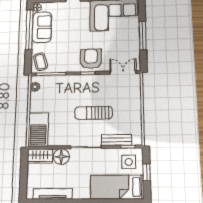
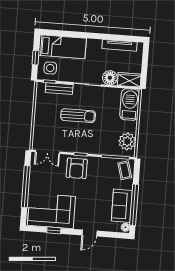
window: (143, 36) -> (26, 187), width x1.46
plant: (35, 87) -> (127, 141), width x1.88, depth x1.88

